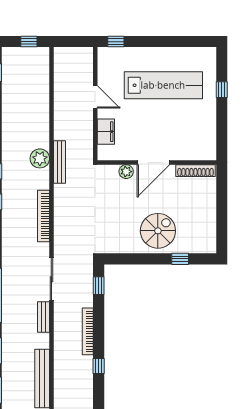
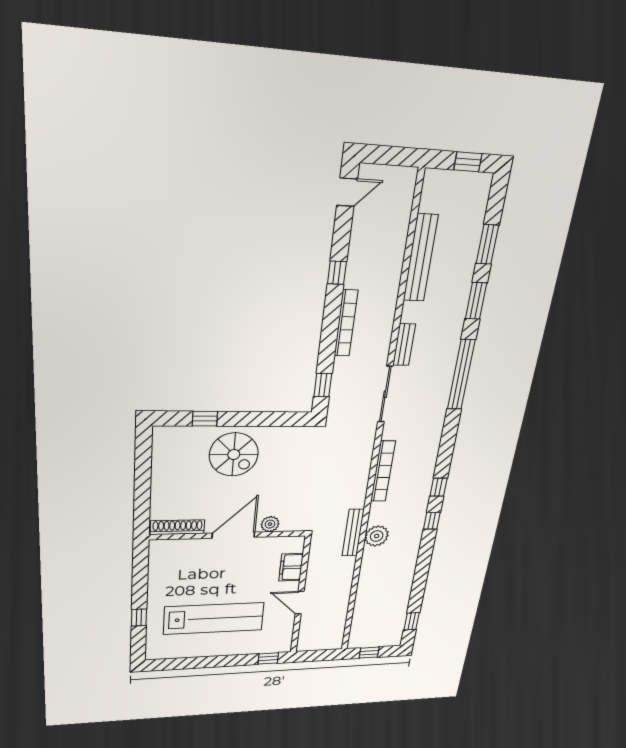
lab bench: (163, 85) -> (214, 618), turned 180
spiral stairs: (158, 231) -> (234, 454), turned -90

